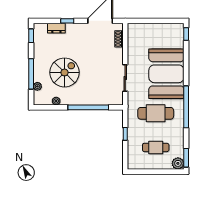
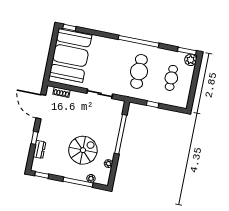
spiral stairs: (65, 72) -> (83, 150), turned 90
booth: (166, 74) -> (71, 56), moved, turned 90

